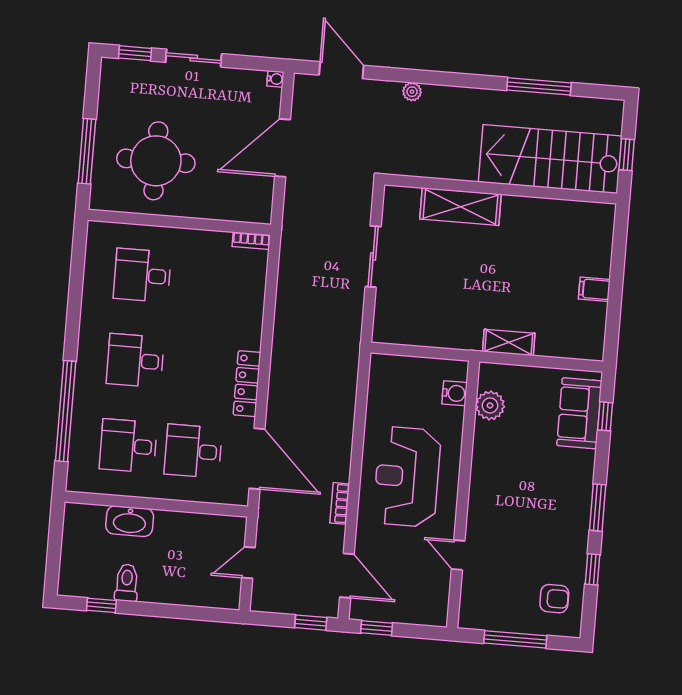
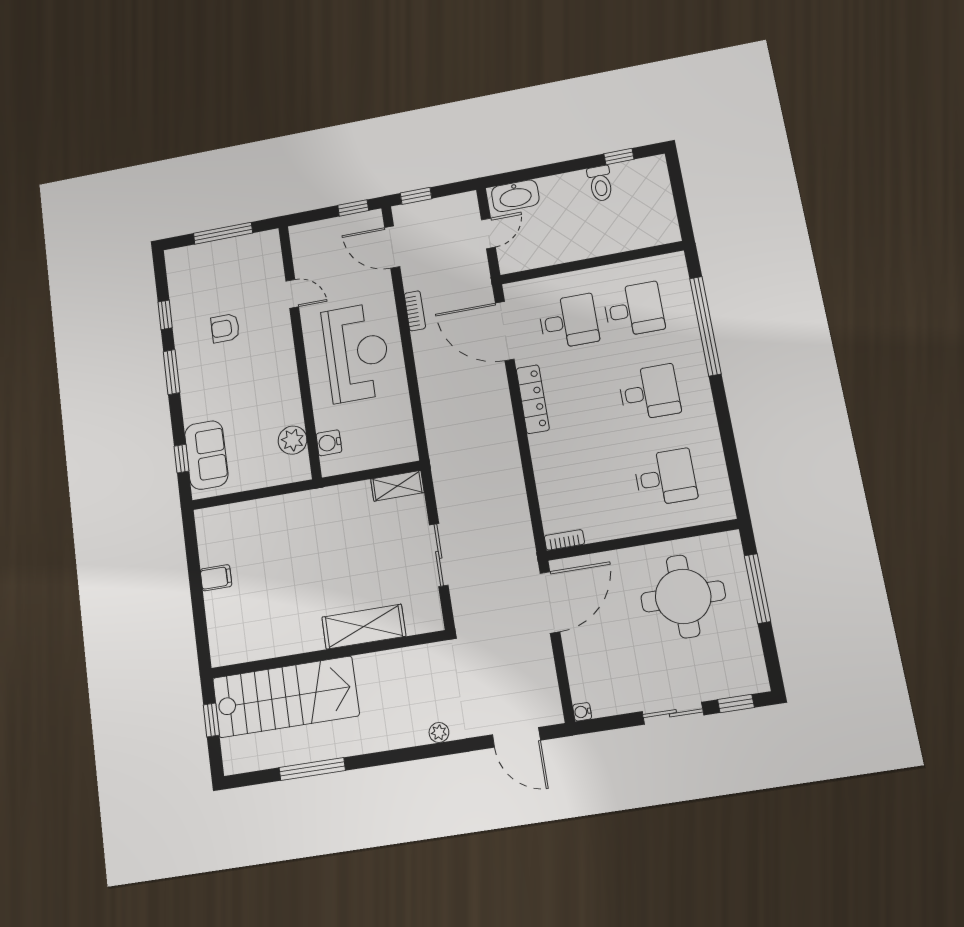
door: (283, 148) -> (550, 602), moved
shelving: (509, 342) -> (397, 486), moved
washbasin: (130, 521) -> (515, 196), moved, turned 180
armchair: (554, 599) -> (225, 328), moved

